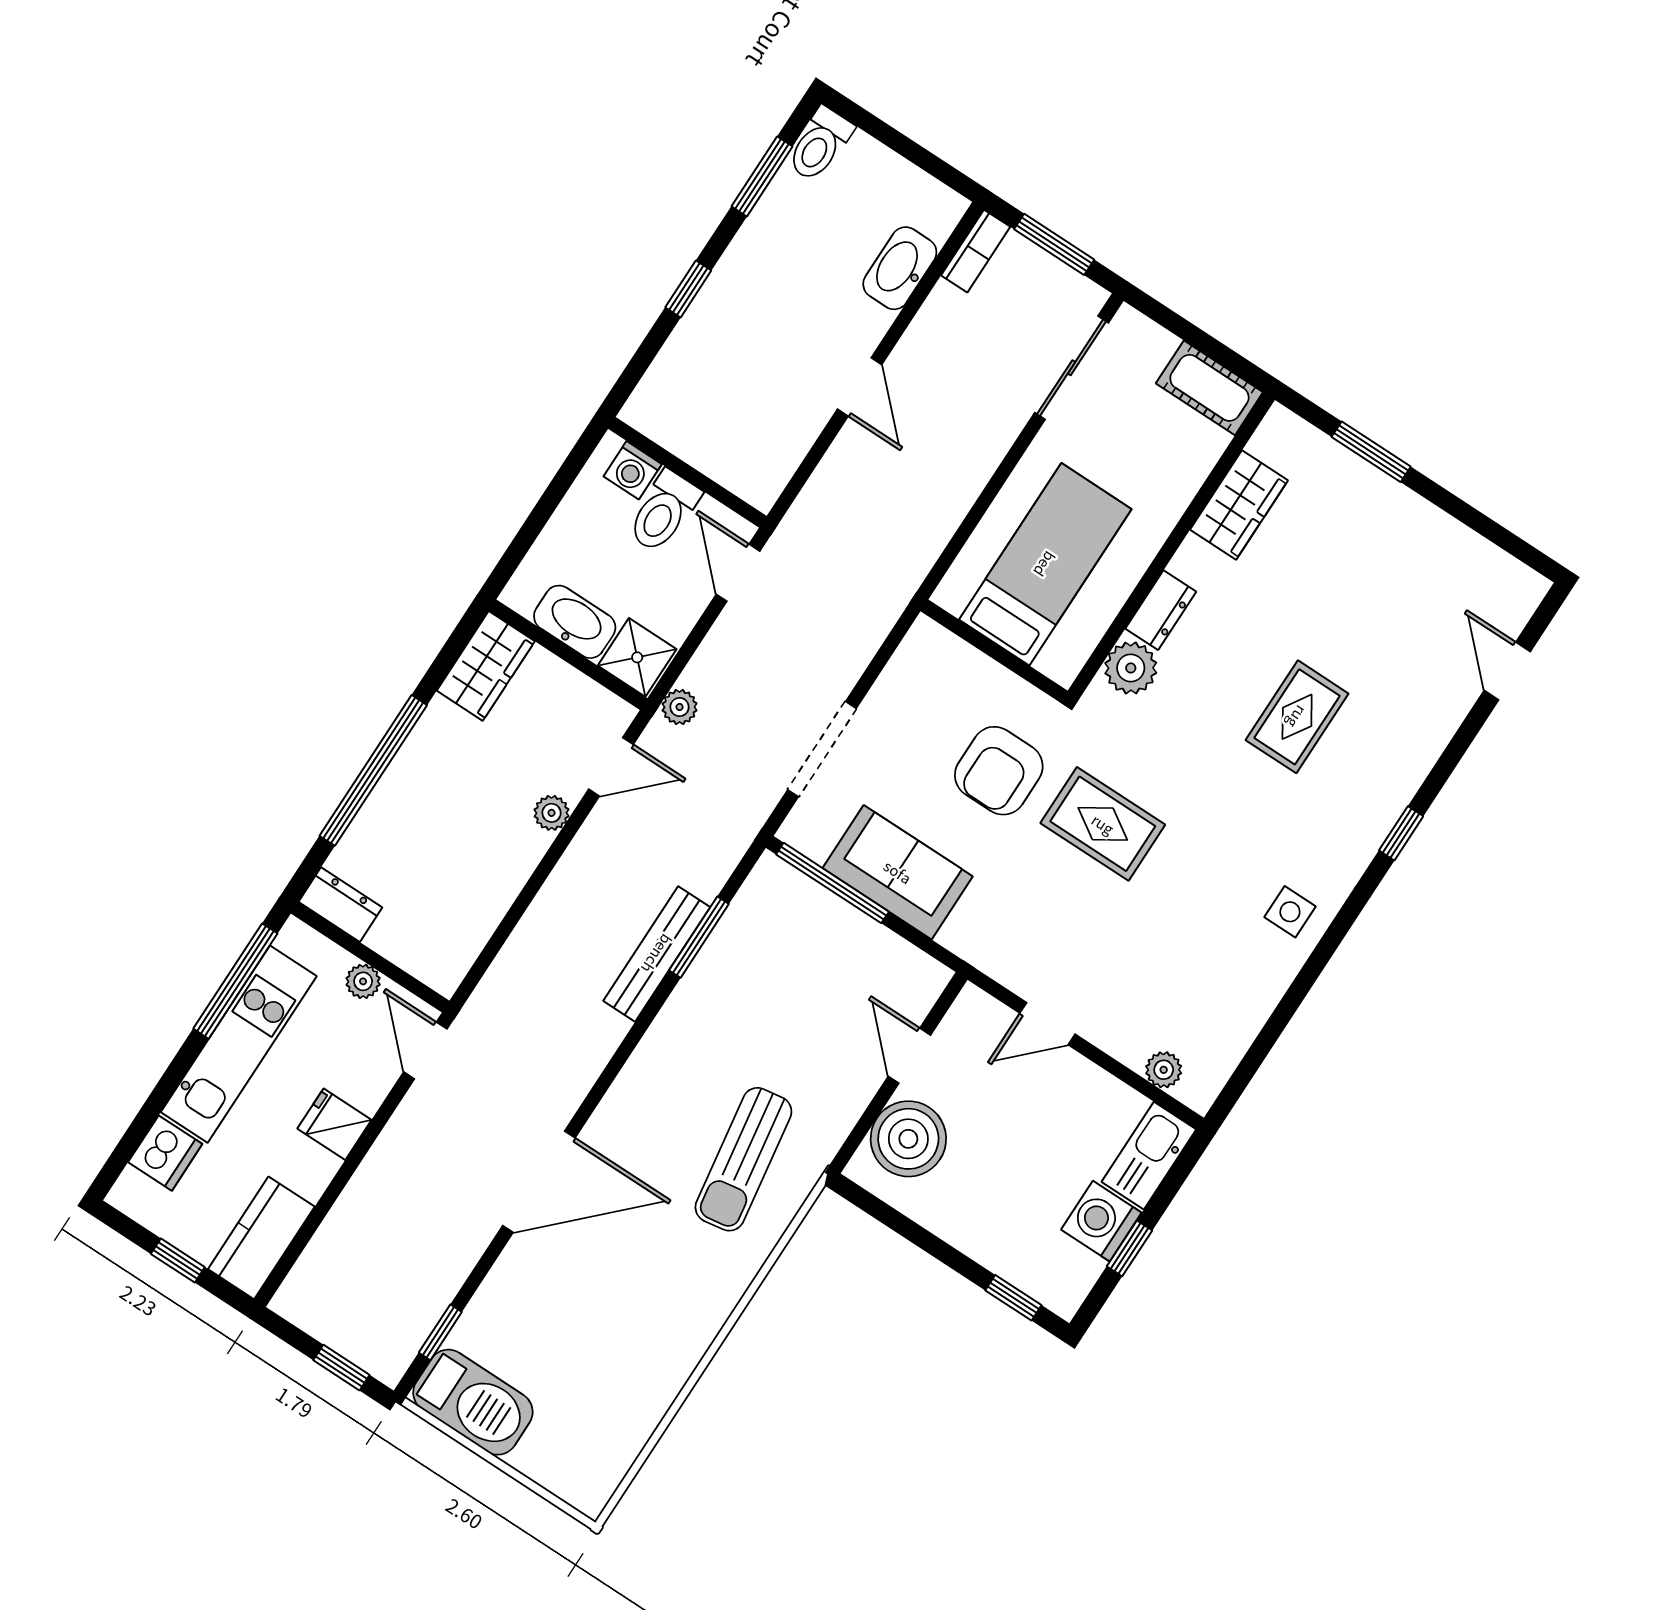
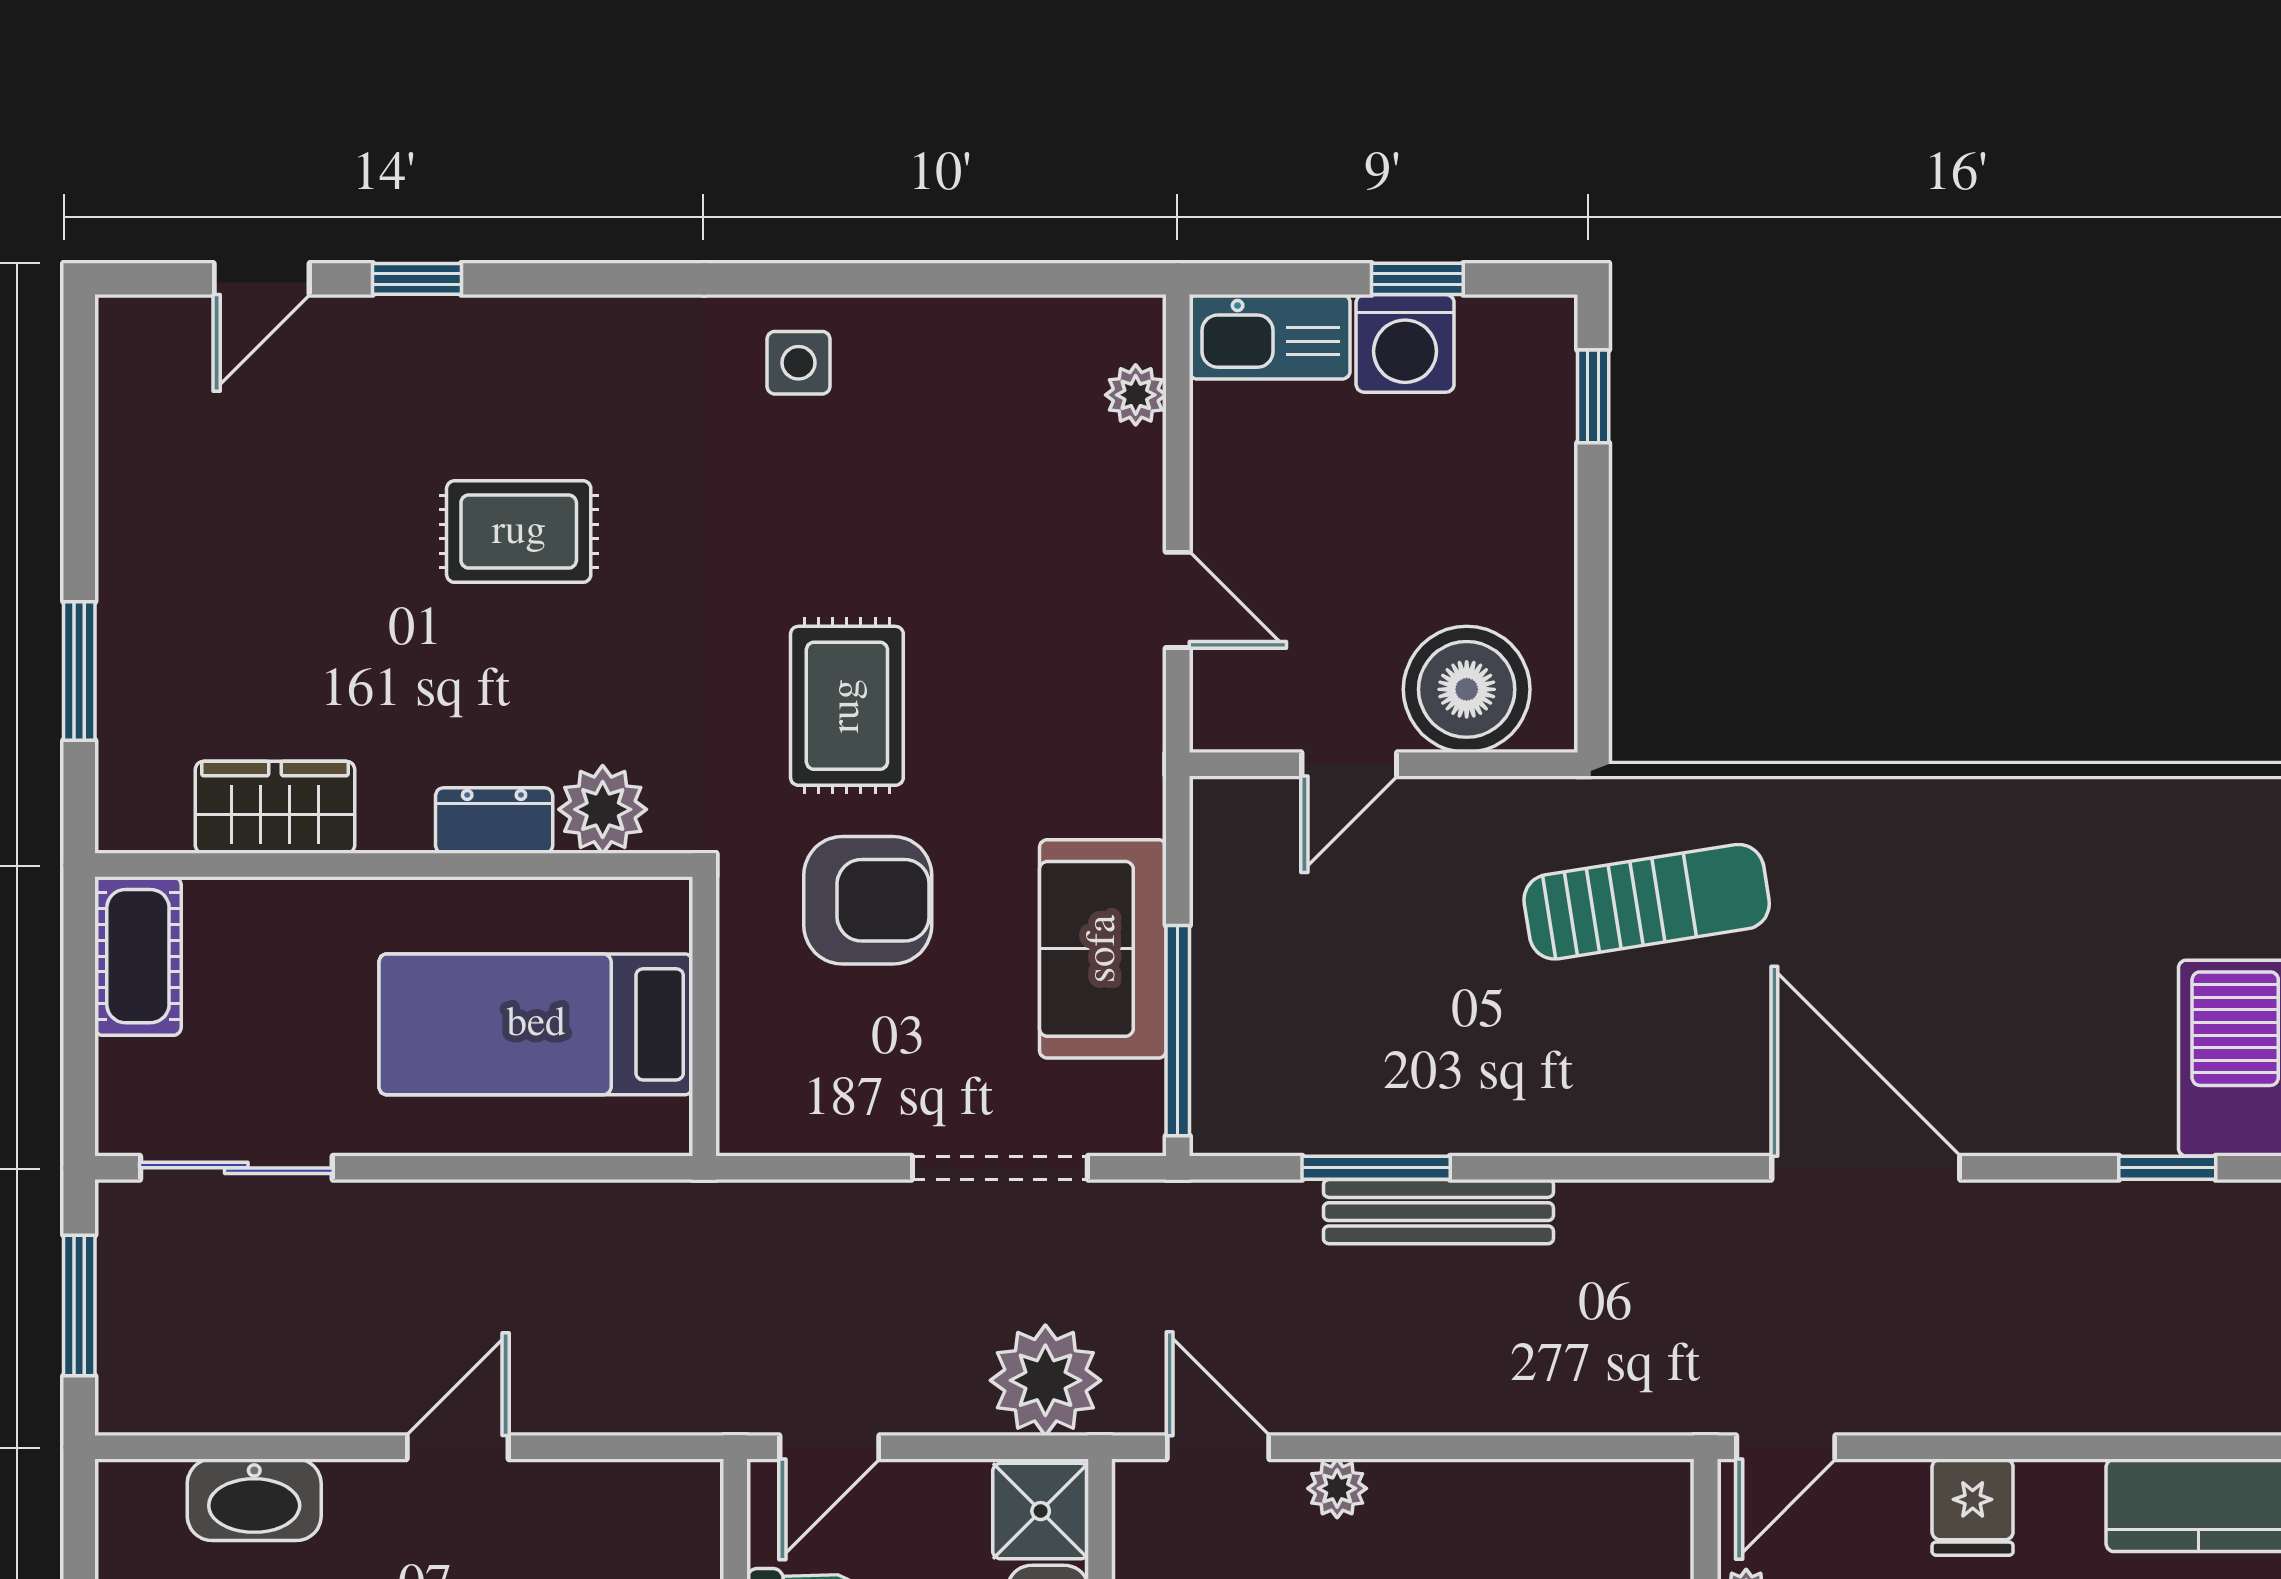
bookcase: (976, 251) -> (161, 1409), removed
plant: (680, 707) -> (1045, 1380), width x1.88, depth x1.88
window: (1401, 833) -> (417, 279), moved

